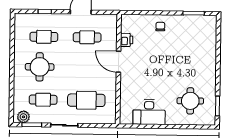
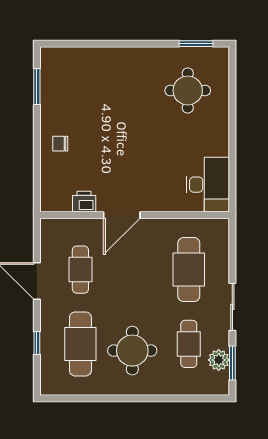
cafe table: (44, 37) -> (80, 344), width x1.37, depth x1.35
desk: (149, 112) -> (208, 185), moved
plant: (23, 117) -> (219, 360), moved

